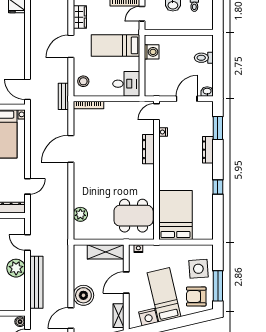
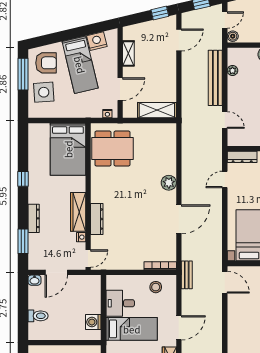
stool: (83, 81) -> (156, 287), moved
desk: (126, 84) -> (120, 303), moved
wardrobe: (166, 156) -> (78, 212), added
plant: (80, 214) -> (169, 183), moved
shelving: (106, 252) -> (157, 110), moved
plant: (16, 268) -> (232, 71), moved, width x0.53, depth x0.53
door: (126, 282) -> (120, 89), moved
boiler: (83, 295) -> (166, 64), removed
shelving: (119, 316) -> (128, 53), moved

